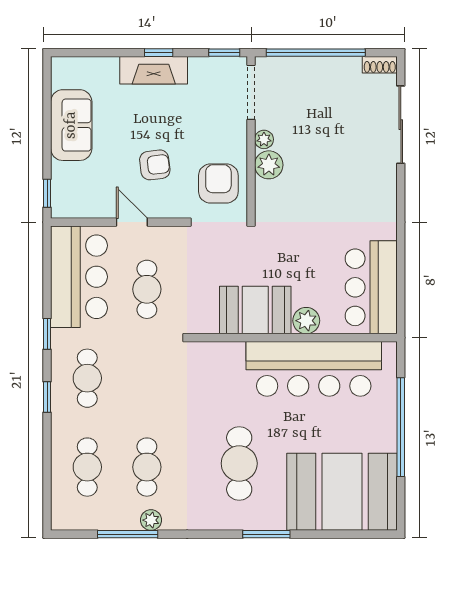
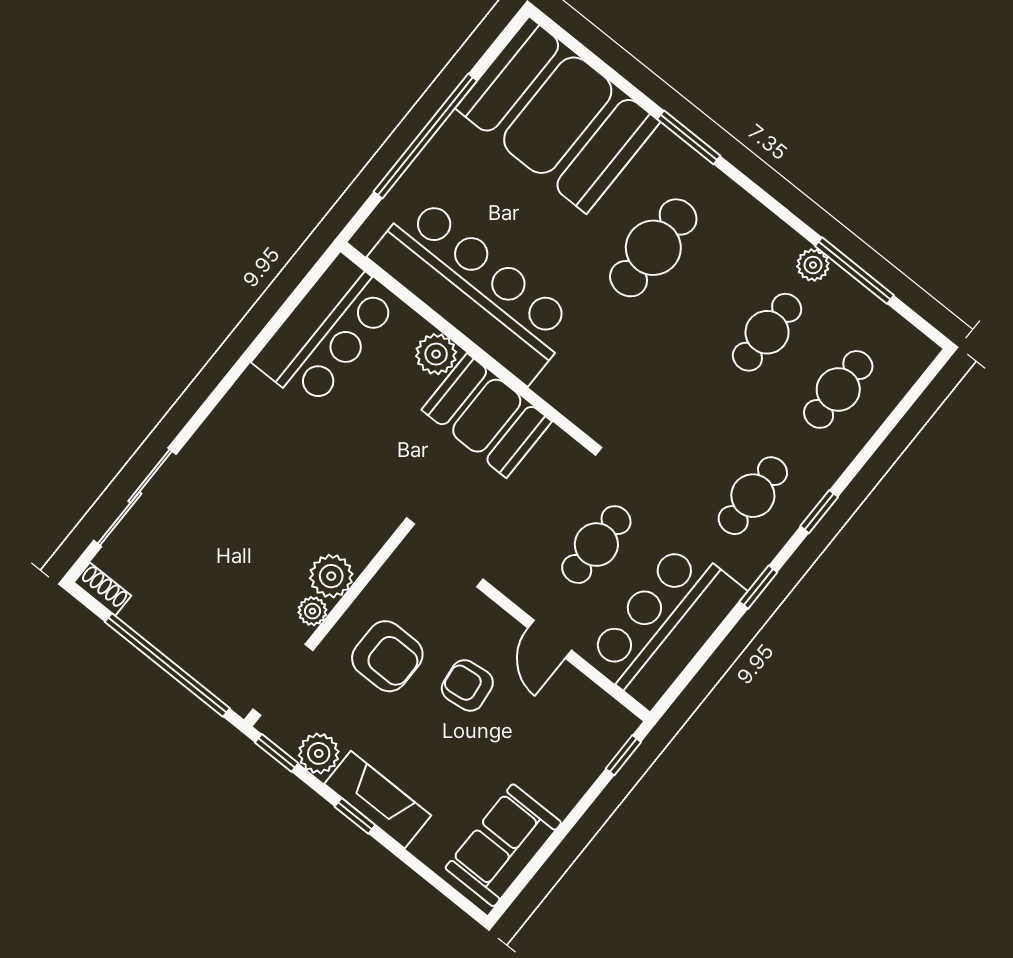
plant: (203, 70) -> (319, 753), added
sofa: (71, 125) -> (503, 845), moved
armchair: (218, 184) -> (387, 656), moved, turned -90

